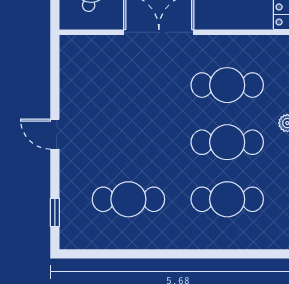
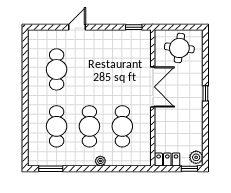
door: (55, 134) -> (77, 27), moved
window: (55, 212) -> (134, 27), moved

